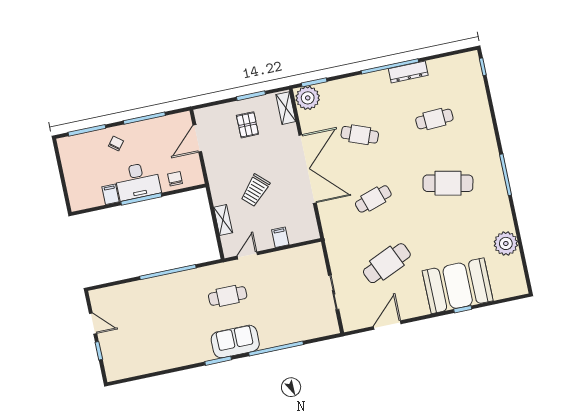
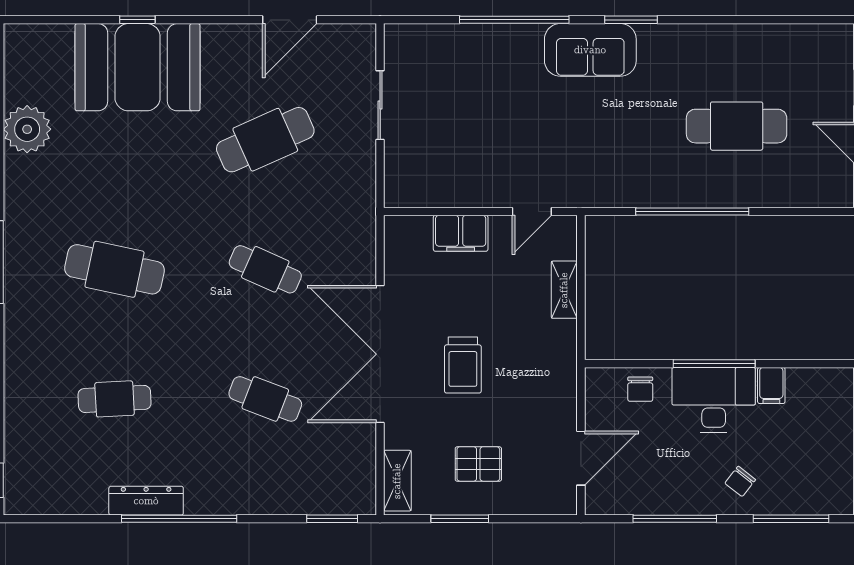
plant: (308, 98) -> (351, 491), removed
pallet: (247, 125) -> (478, 464), turned 90
trolley: (255, 190) -> (463, 365), moved, turned 137
cafe table: (373, 199) -> (265, 269), turned 42
filing cabinet: (280, 237) -> (461, 233), width x2.00
cafe table: (228, 296) -> (737, 126), moved, width x1.37, depth x1.35

